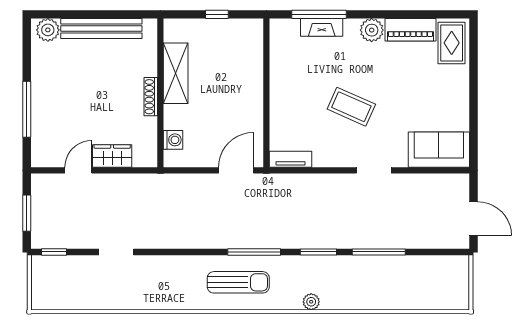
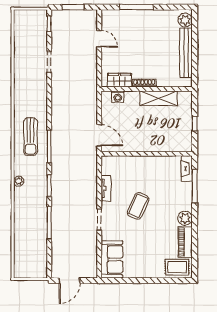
fireplace: (322, 27) -> (187, 169), moved
wardrobe: (112, 156) -> (119, 80), moved, turned -90
tv unit: (291, 159) -> (106, 188), moved

